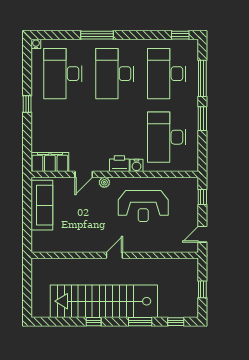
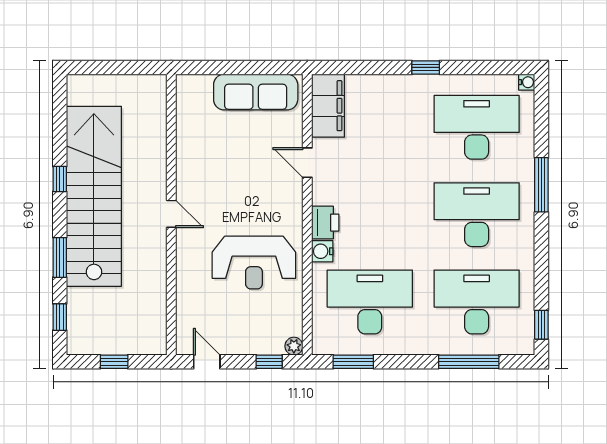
window: (202, 119) -> (353, 362), moved
plant: (104, 182) -> (294, 346), moved
reception desk: (143, 206) -> (254, 263), turned -90

